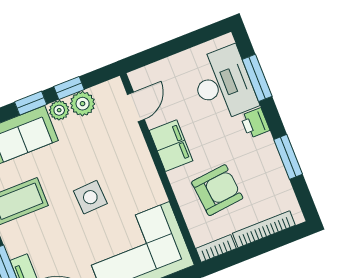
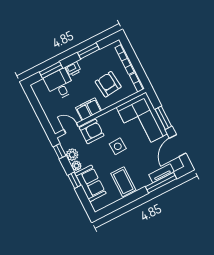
desk: (223, 84) -> (60, 84), width x0.73
window: (69, 88) -> (60, 151), moved
armchair: (125, 147) -> (92, 132), added

